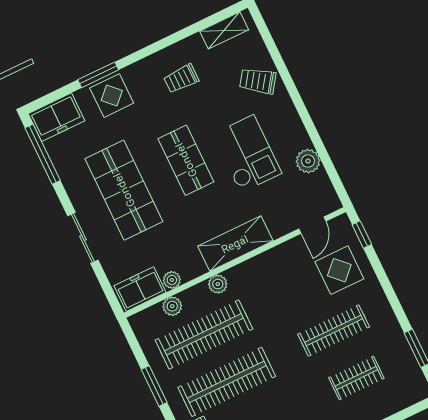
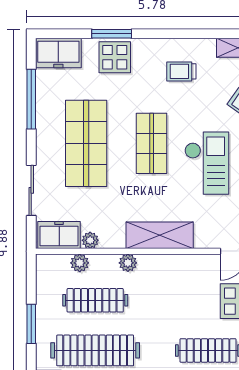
window: (43, 154) -> (31, 99), moved
sliding door: (83, 238) -> (31, 190), moved
clothes rail: (204, 334) -> (95, 300), width x0.73, depth x0.76

